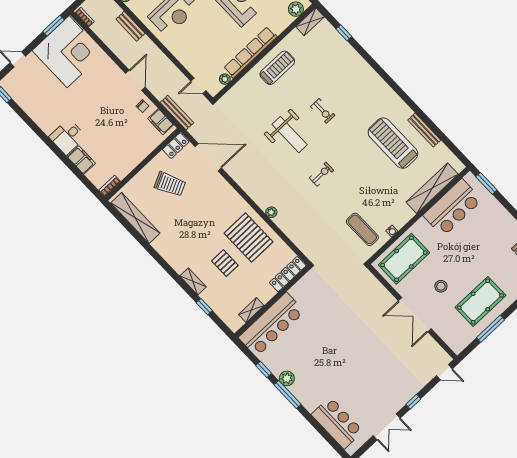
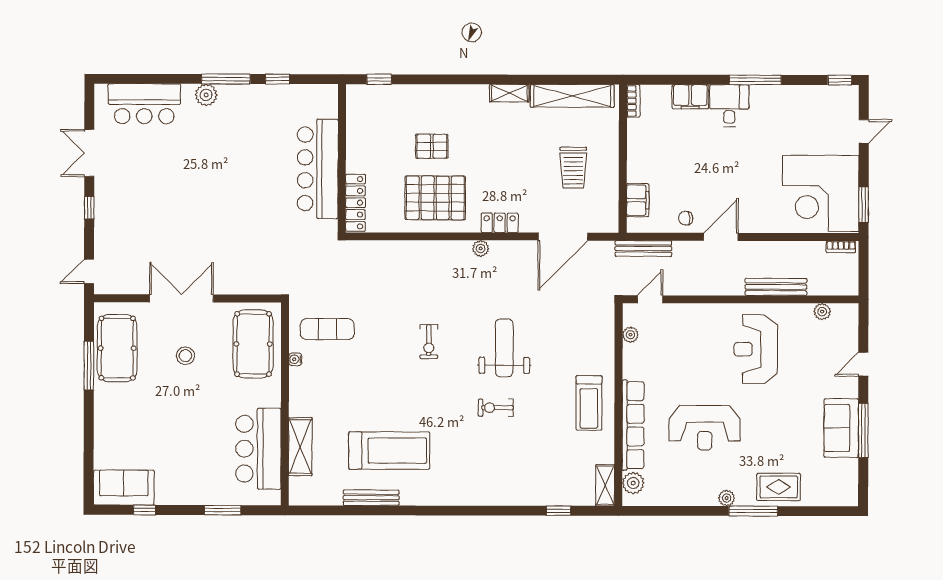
bench: (130, 26) -> (776, 287), width x1.36
row of seats: (250, 52) -> (633, 425), moved
door: (135, 80) -> (721, 237), swing flipped
filing cabinet: (161, 122) -> (638, 200), moved, turned 90
weight bench: (290, 135) -> (504, 348), turned 90
window: (43, 136) -> (755, 80), added
locker: (176, 146) -> (500, 223), moved, turned 90
window: (486, 183) -> (223, 510), moved
trolley: (170, 184) -> (573, 168), turned -64
shelving: (432, 188) -> (300, 447), width x0.68
plant: (271, 212) -> (481, 248), moved
shelving: (193, 281) -> (509, 93), moved
pool table: (480, 301) -> (117, 348), moved
window: (204, 307) -> (379, 79), moved
shelving: (251, 310) -> (354, 127), removed
bar counter: (272, 324) -> (318, 169), moved
plant: (287, 378) -> (206, 95), moved

